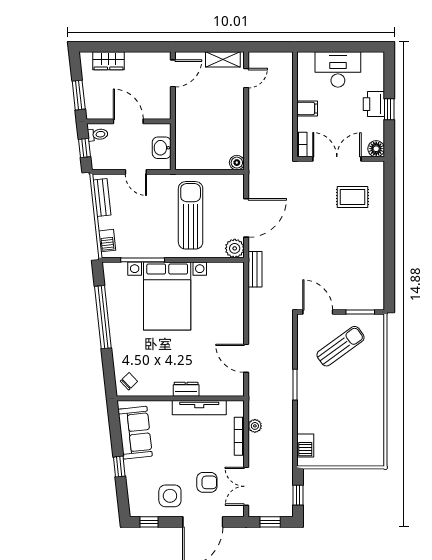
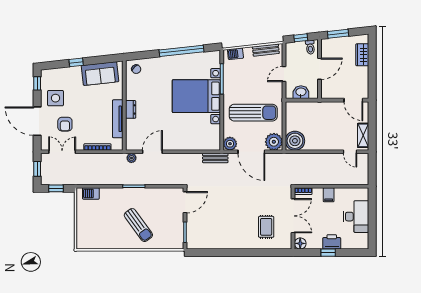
boiler: (237, 163) -> (295, 141), width x1.86, depth x1.86
plant: (232, 186) -> (274, 142), added
sun lounger: (341, 346) -> (138, 225), moved
plant: (255, 426) -> (131, 158), moved

